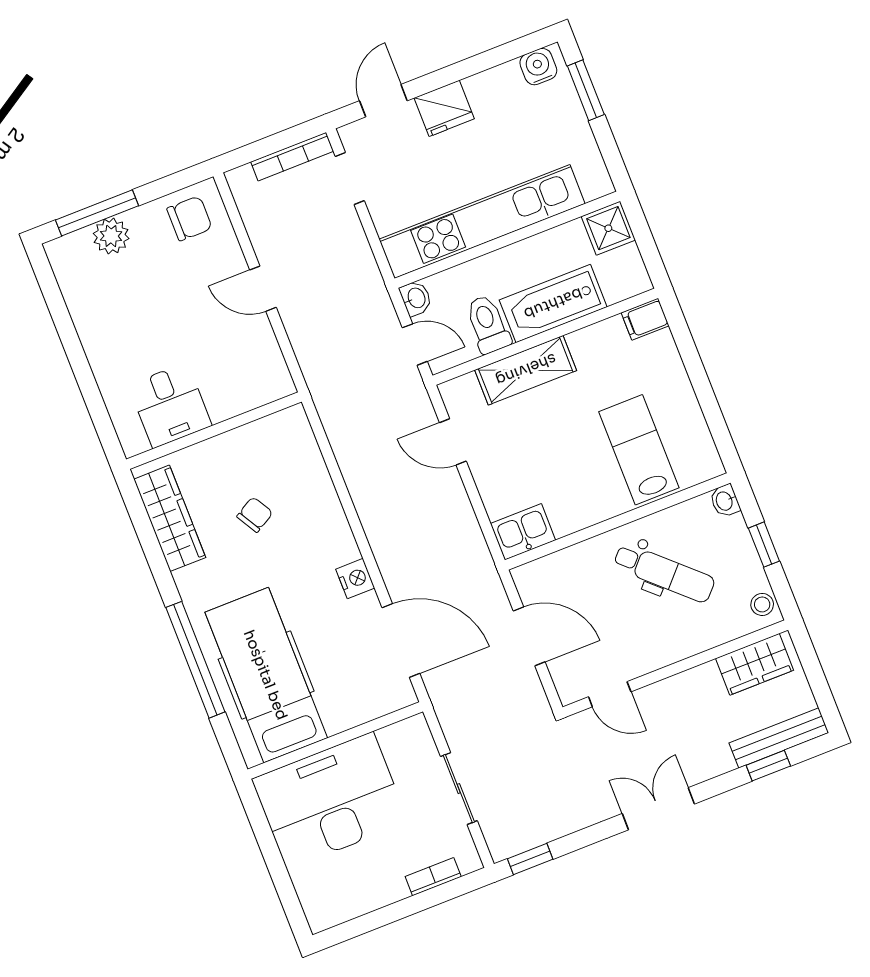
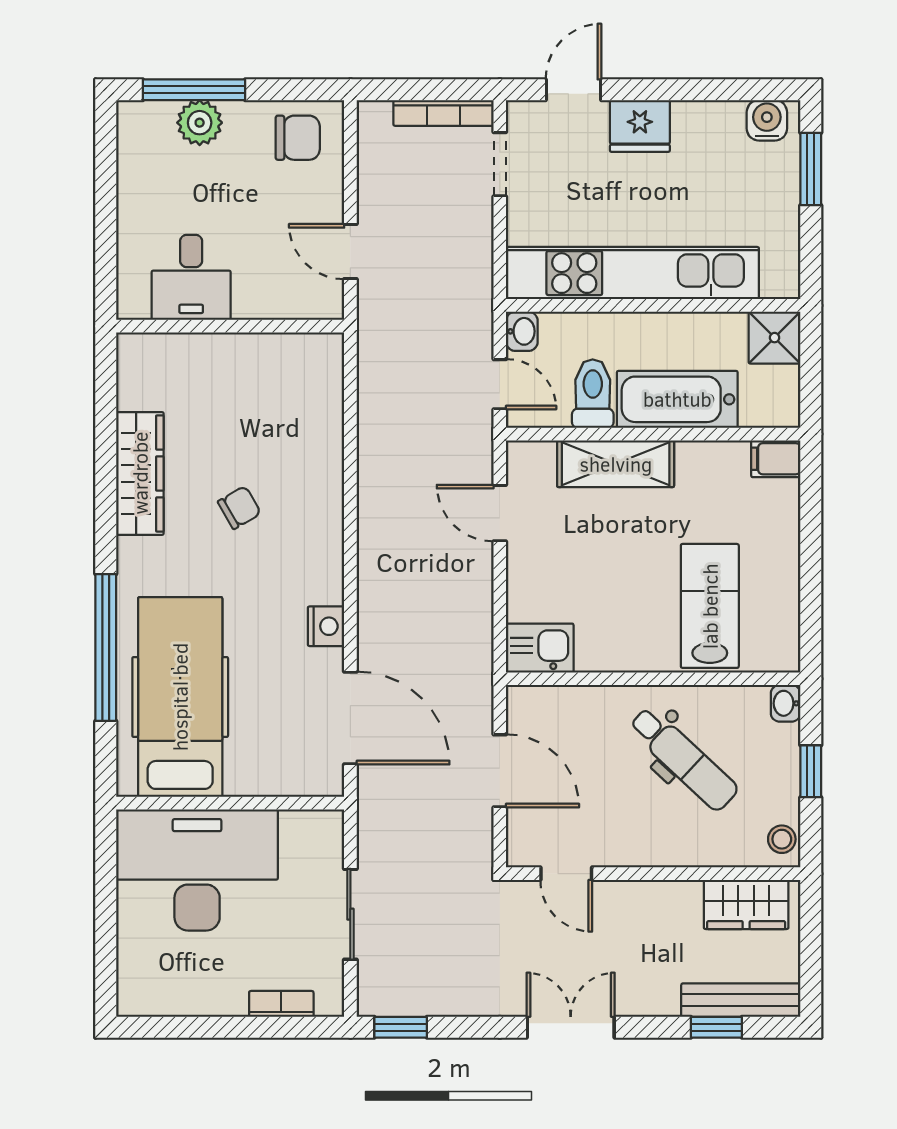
desk: (170, 405) -> (191, 277), moved
wall: (214, 431) -> (230, 326), moved

